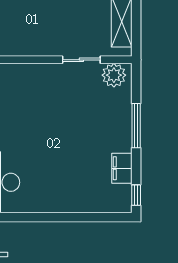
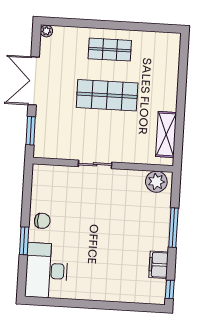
sliding door: (81, 60) -> (95, 164), moved

